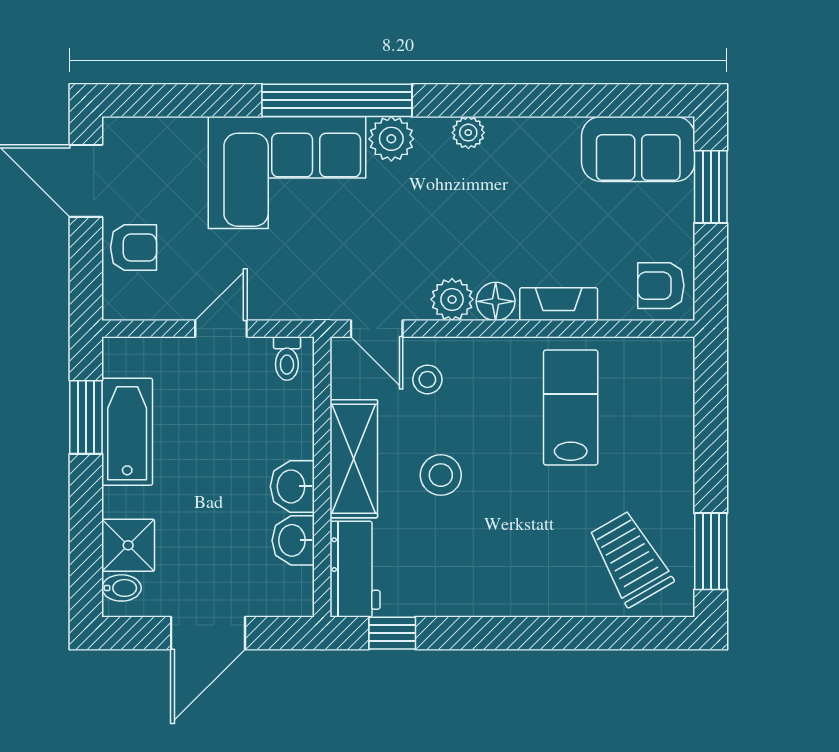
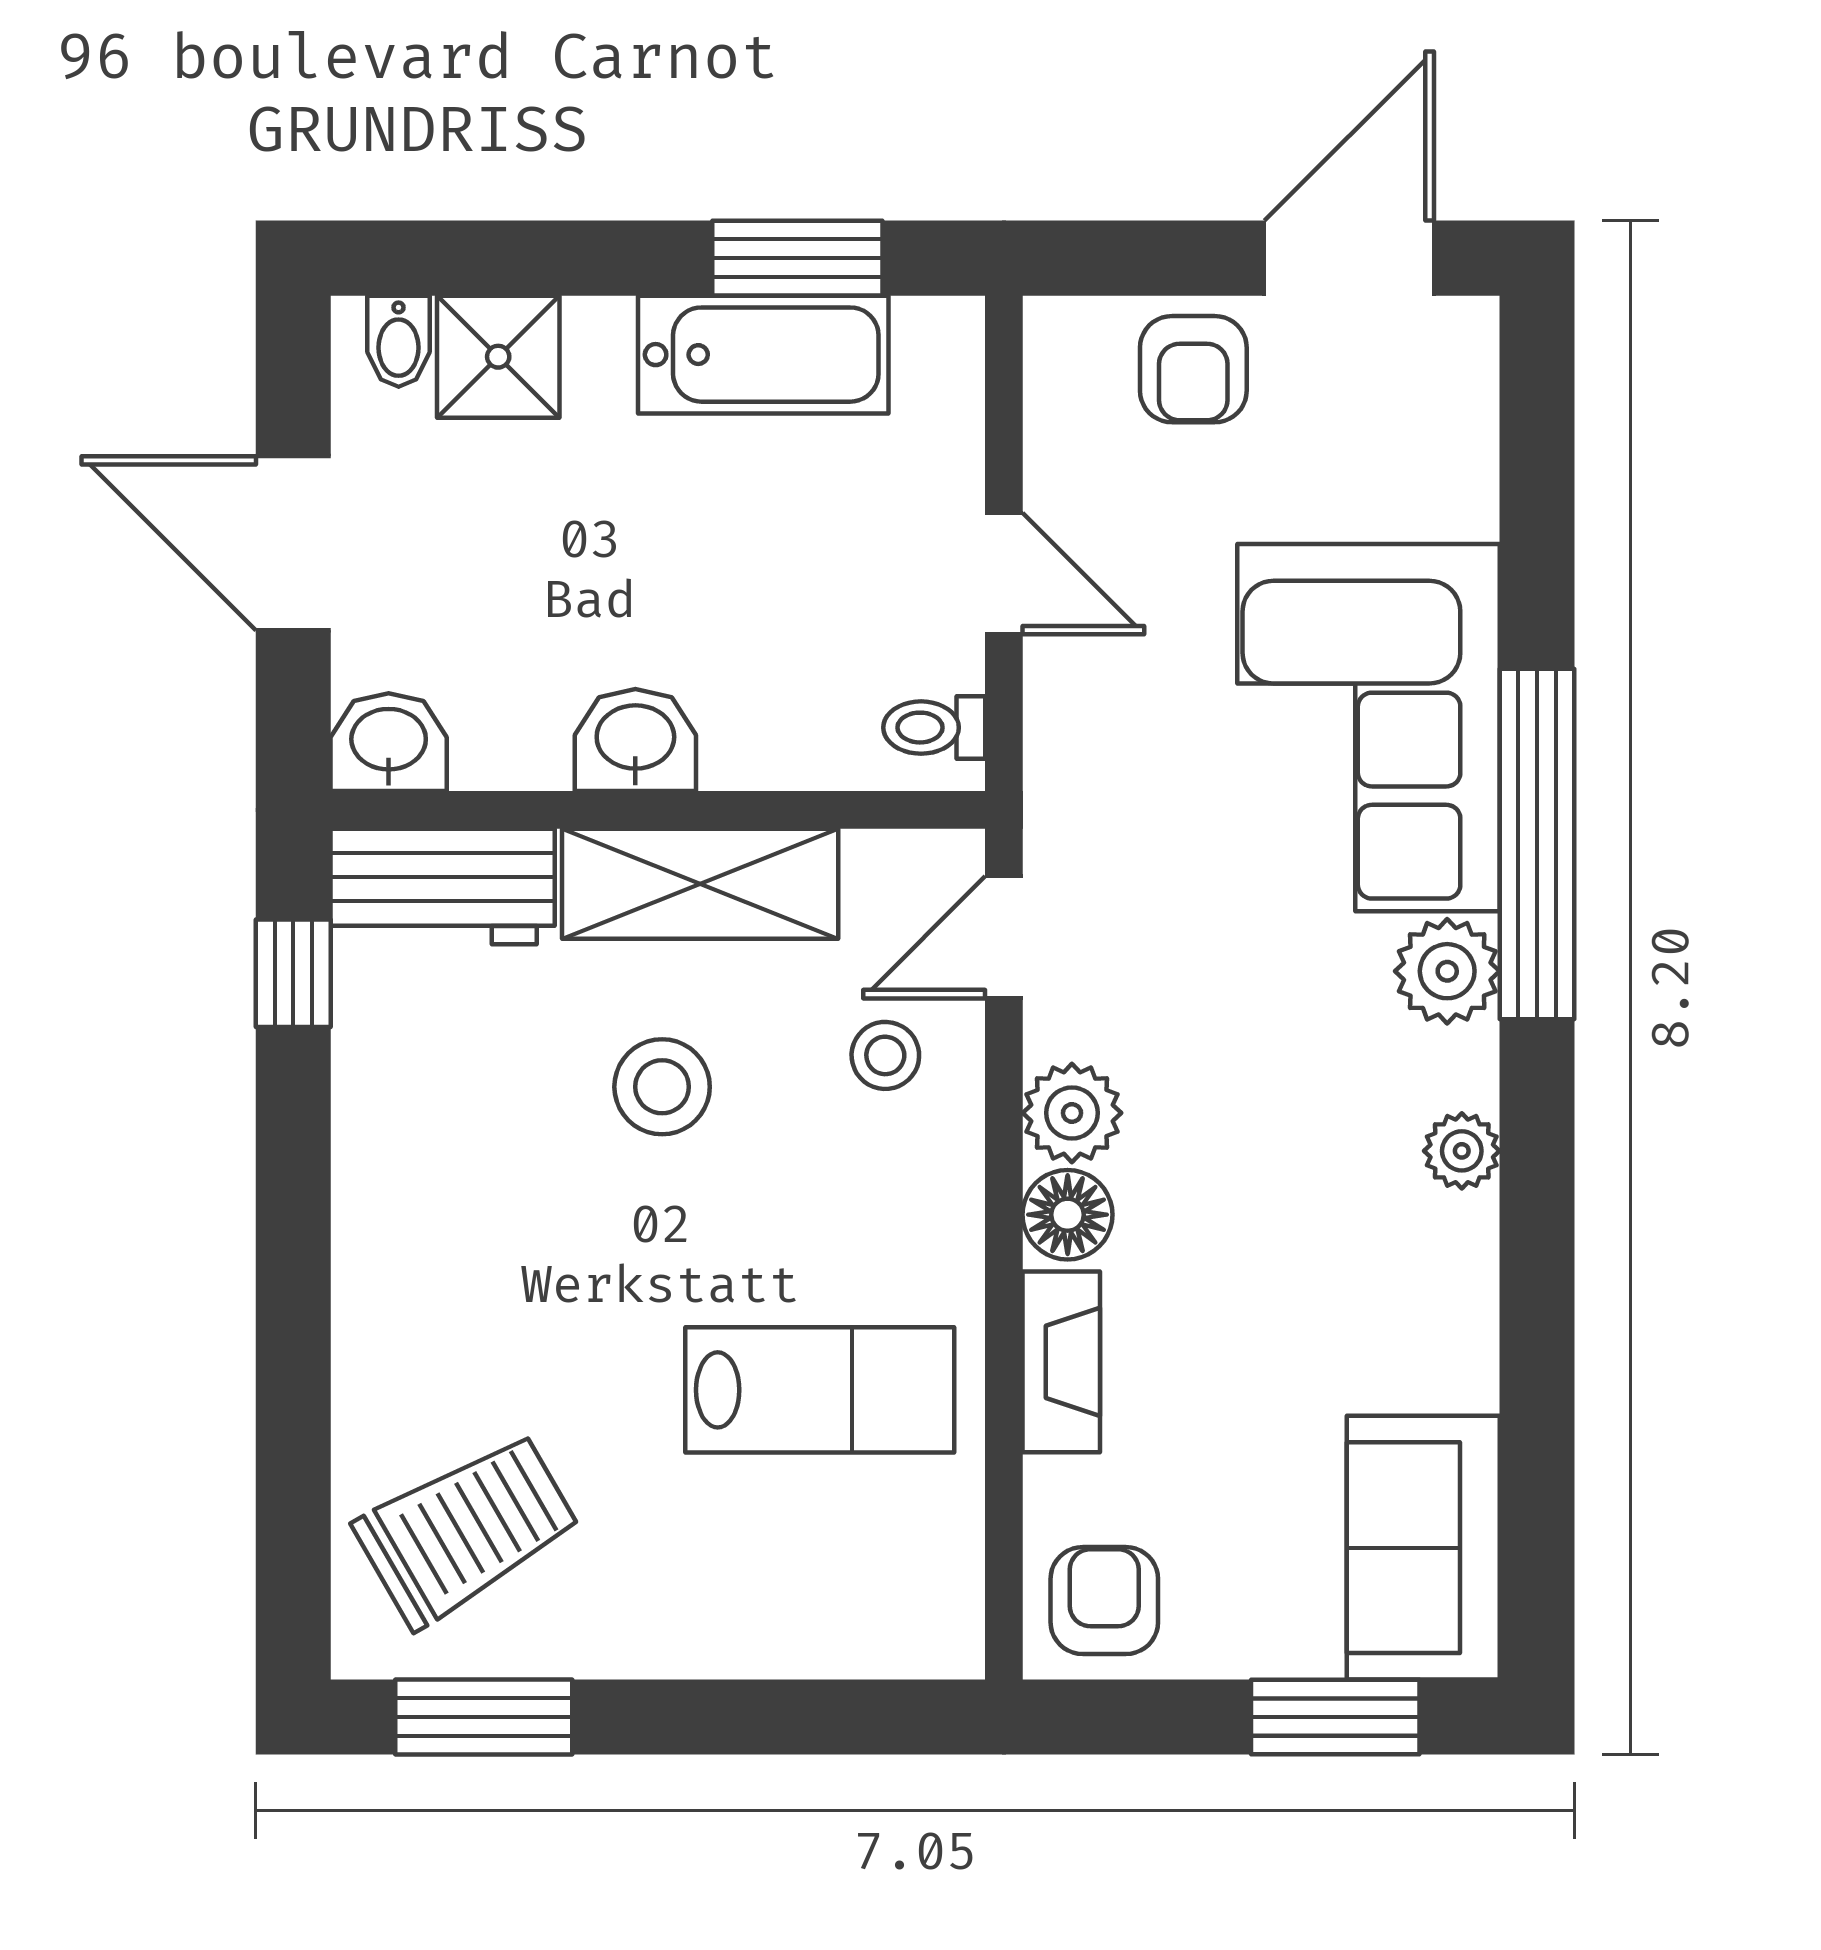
washbasin: (293, 540) -> (389, 742), moved

